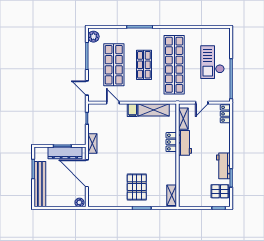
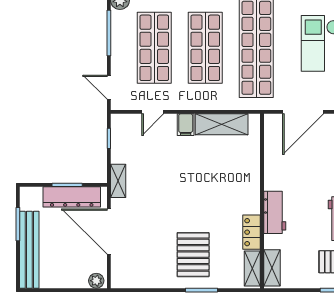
shop shelf: (144, 65) -> (205, 48), width x1.43, depth x1.36
door: (113, 103) -> (153, 112), swing flipped
door: (202, 103) -> (303, 112), width x1.87
shelving: (183, 119) -> (272, 268), moved
locker: (171, 142) -> (251, 232), moved
workbench: (185, 143) -> (275, 212), moved

